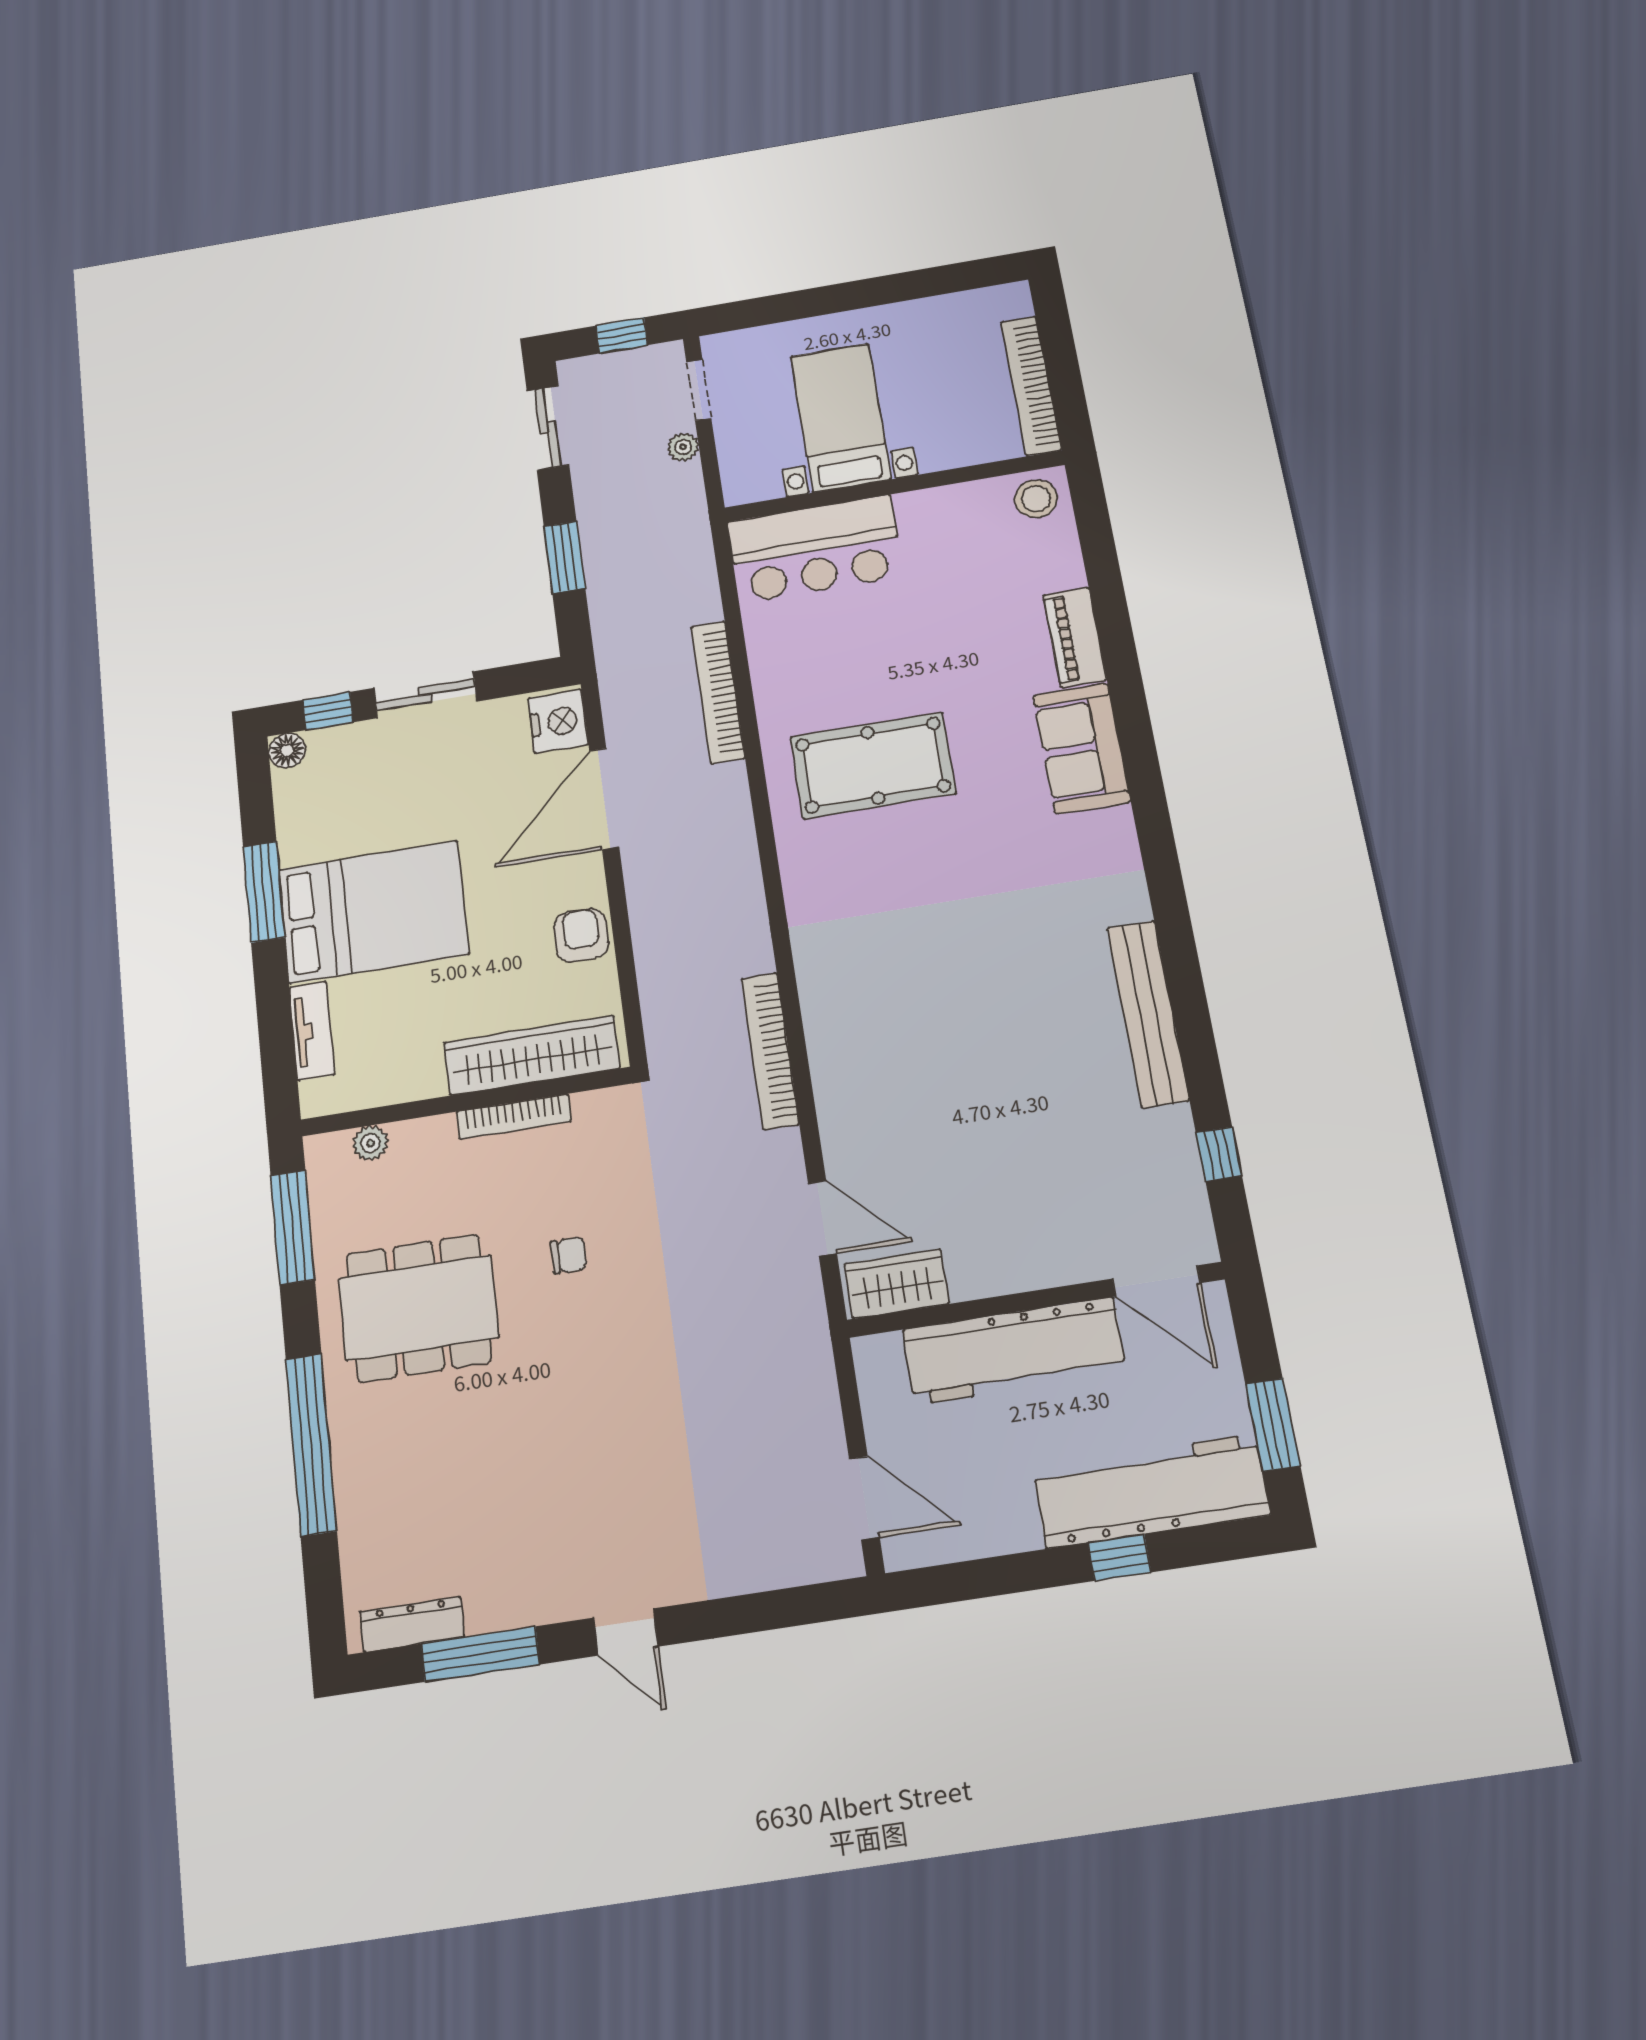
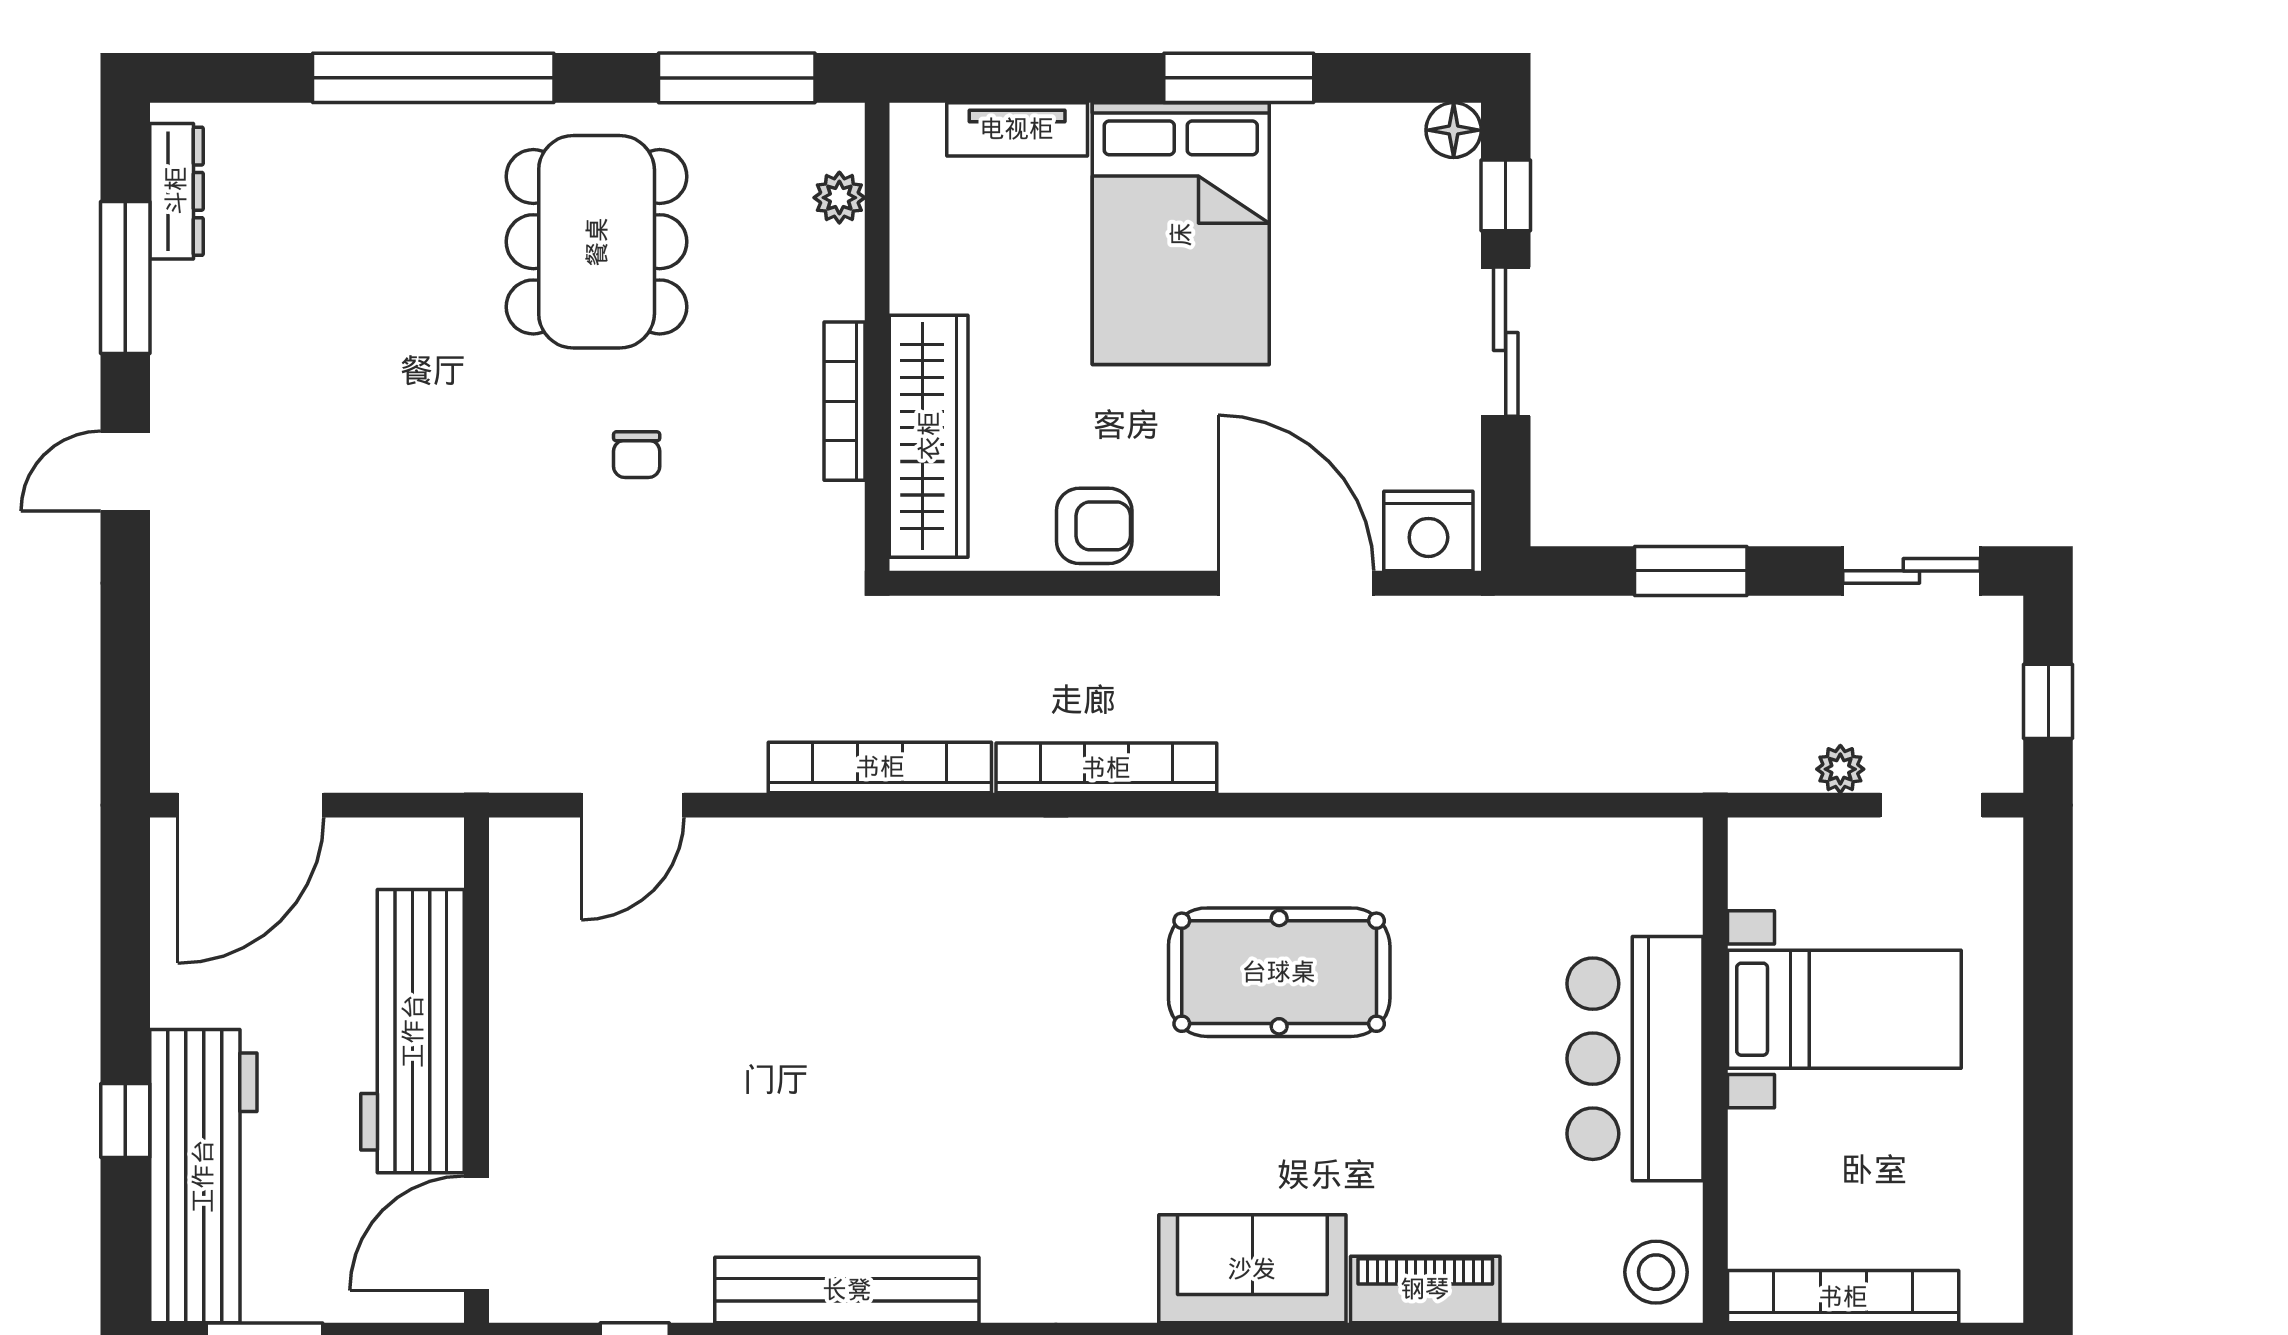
bar counter: (815, 549) -> (1635, 1059), moved
bookcase: (718, 692) -> (1106, 768), moved
pool table: (873, 765) -> (1279, 972), turned 90
wardrobe: (897, 1284) -> (527, 891), removed
door: (864, 1498) -> (251, 805), width x1.36

